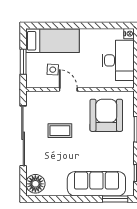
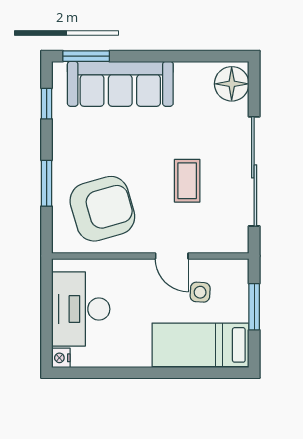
armchair: (106, 115) -> (102, 209), turned -106
coffee table: (60, 131) -> (187, 181), turned 90

